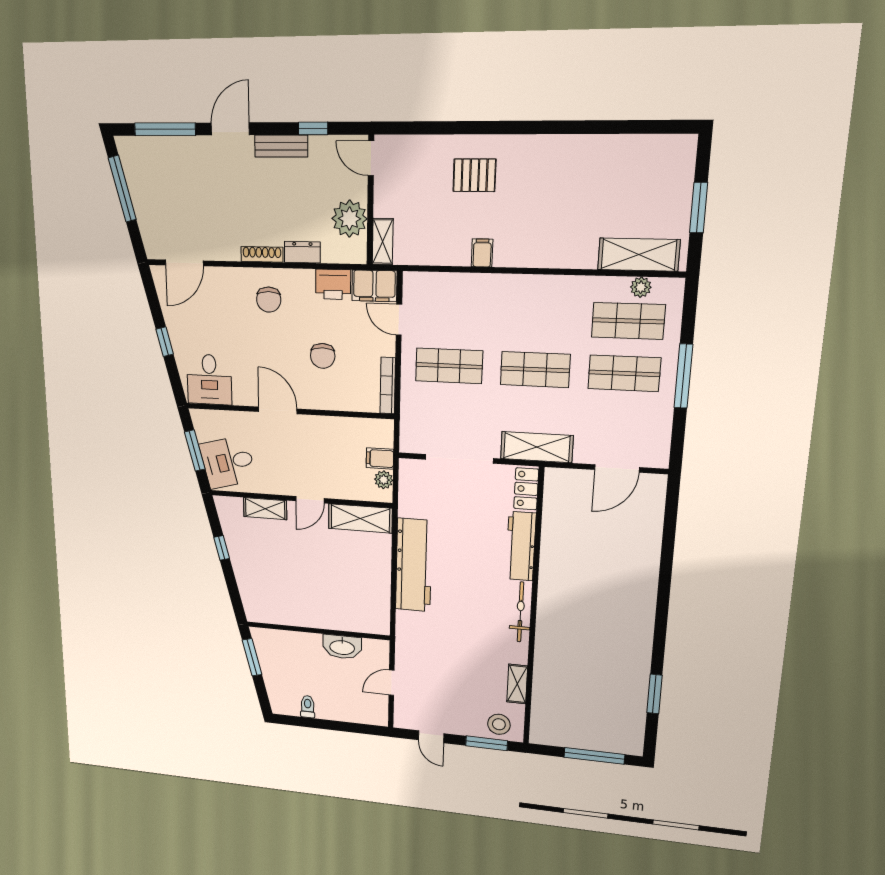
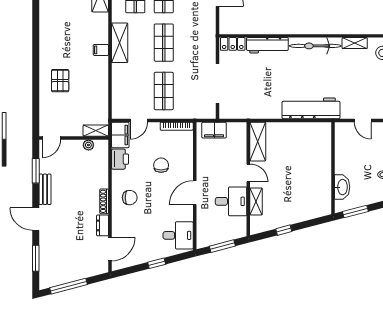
window: (313, 128) -> (36, 171), width x1.50
window: (165, 129) -> (36, 258), width x0.69
plant: (349, 219) -> (88, 145), width x0.53, depth x0.53
dresser: (302, 252) -> (103, 225), moved
filing cabinet: (482, 253) -> (101, 50), moved
door: (184, 263) -> (110, 249), hinge flipped
chair: (323, 356) -> (161, 165), turned -90
shelving: (537, 447) -> (120, 43), moved
filing cabinet: (380, 458) -> (214, 130), width x2.00
desk: (228, 462) -> (231, 201), moved, turned -75
plant: (384, 480) -> (233, 128), removed
workbench: (414, 565) -> (311, 108), moved
bicycle: (520, 612) -> (315, 46), width x1.37, depth x1.40
washbasin: (342, 647) -> (342, 187), moved

